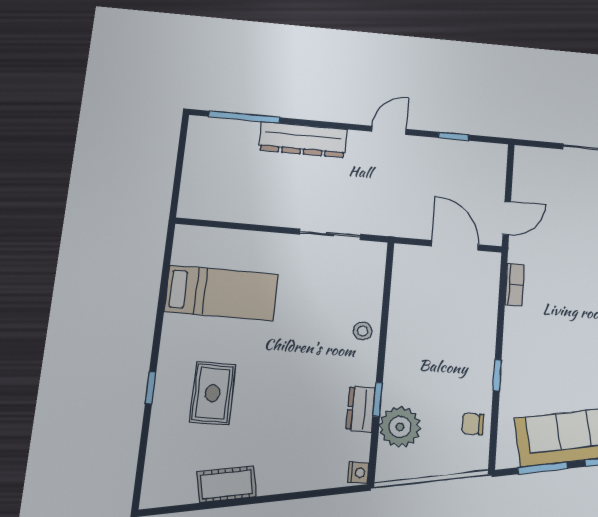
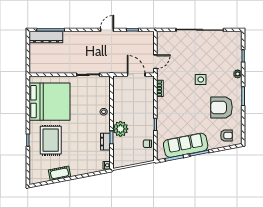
dresser: (303, 140) -> (46, 37), moved
bed: (221, 293) -> (50, 102), width x2.04
rug: (213, 393) -> (51, 140), width x1.36, depth x1.43
plant: (400, 427) -> (120, 129), moved

